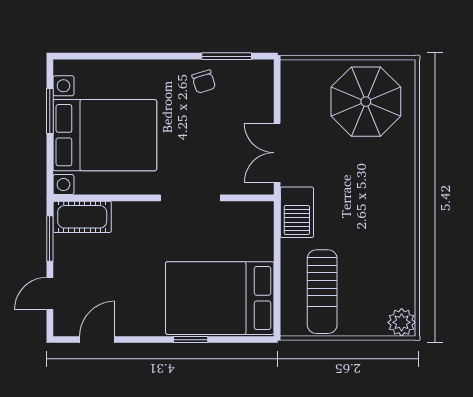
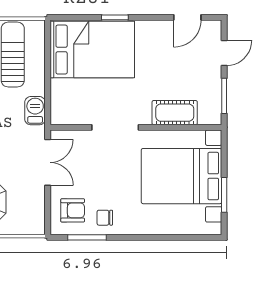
chair: (204, 82) -> (105, 218), turned -73
armchair: (245, 91) -> (73, 210), added
barbecue: (297, 212) -> (35, 111), width x0.73, depth x0.79
cot: (82, 217) -> (175, 113), moved

